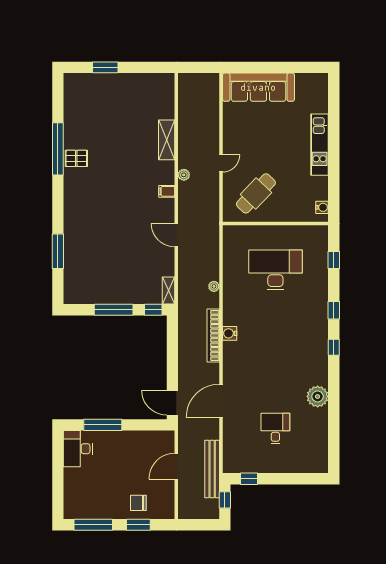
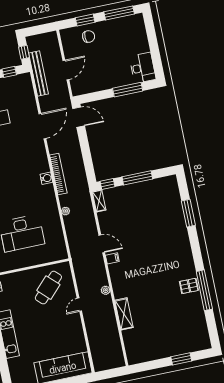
filing cabinet: (167, 191) -> (112, 258), moved

